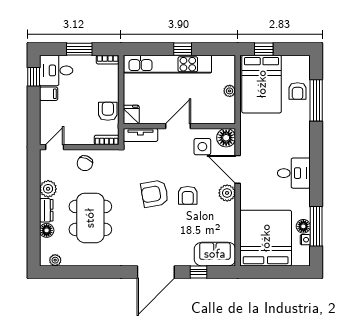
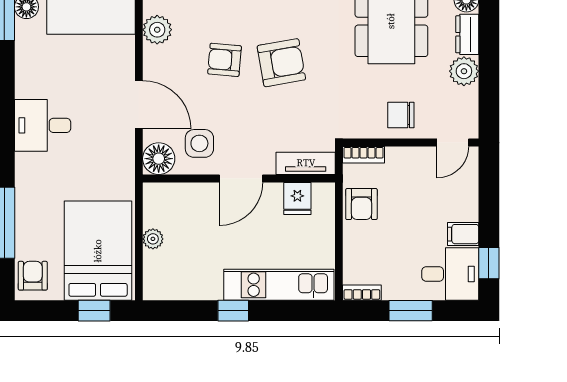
kitchen unit: (168, 64) -> (279, 285), width x0.73
armchair: (298, 91) -> (33, 276), moved
fridge: (131, 115) -> (297, 198), moved
chair: (85, 163) -> (401, 115), turned -112
desk: (294, 173) -> (43, 125), moved
plant: (227, 193) -> (157, 30), moved
armchair: (188, 195) -> (225, 60), turned -85

